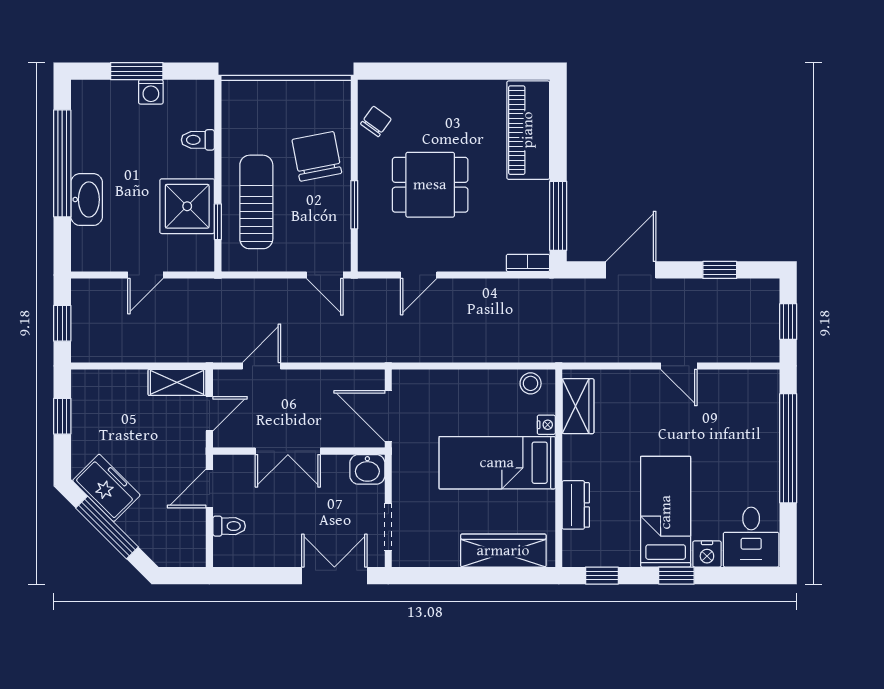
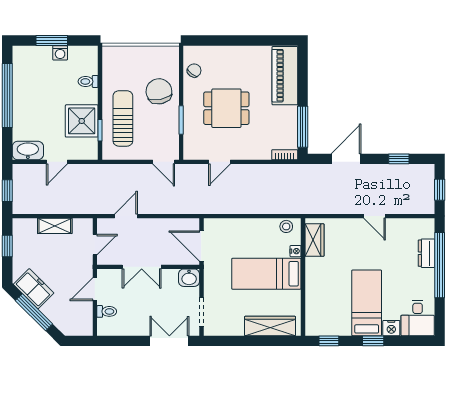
washbasin: (87, 200) -> (28, 150), moved, turned -90
shelving: (177, 382) -> (55, 226), moved
dresser: (576, 505) -> (426, 253), moved, turned 180

